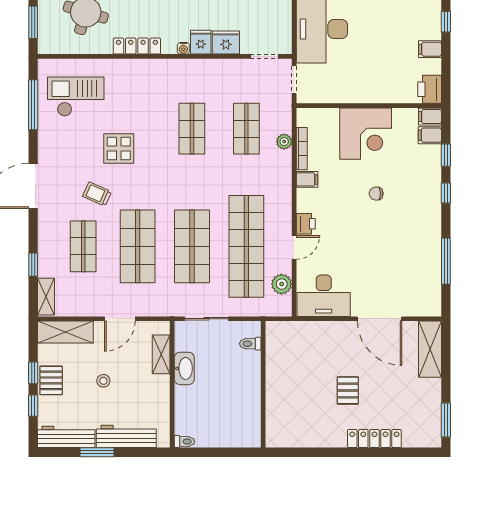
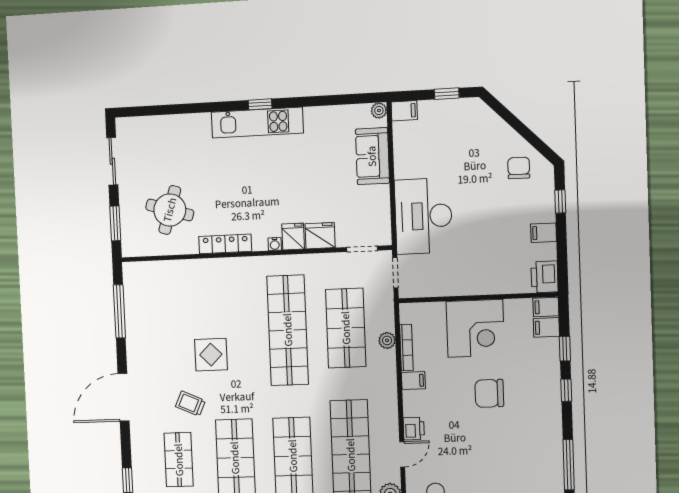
checkout: (76, 97) -> (164, 301), removed
shop shelf: (192, 129) -> (288, 330), width x2.00, depth x1.36
shop shelf: (246, 129) -> (346, 328), width x1.43, depth x1.36
chair: (376, 194) -> (489, 393), width x1.87, depth x1.87

